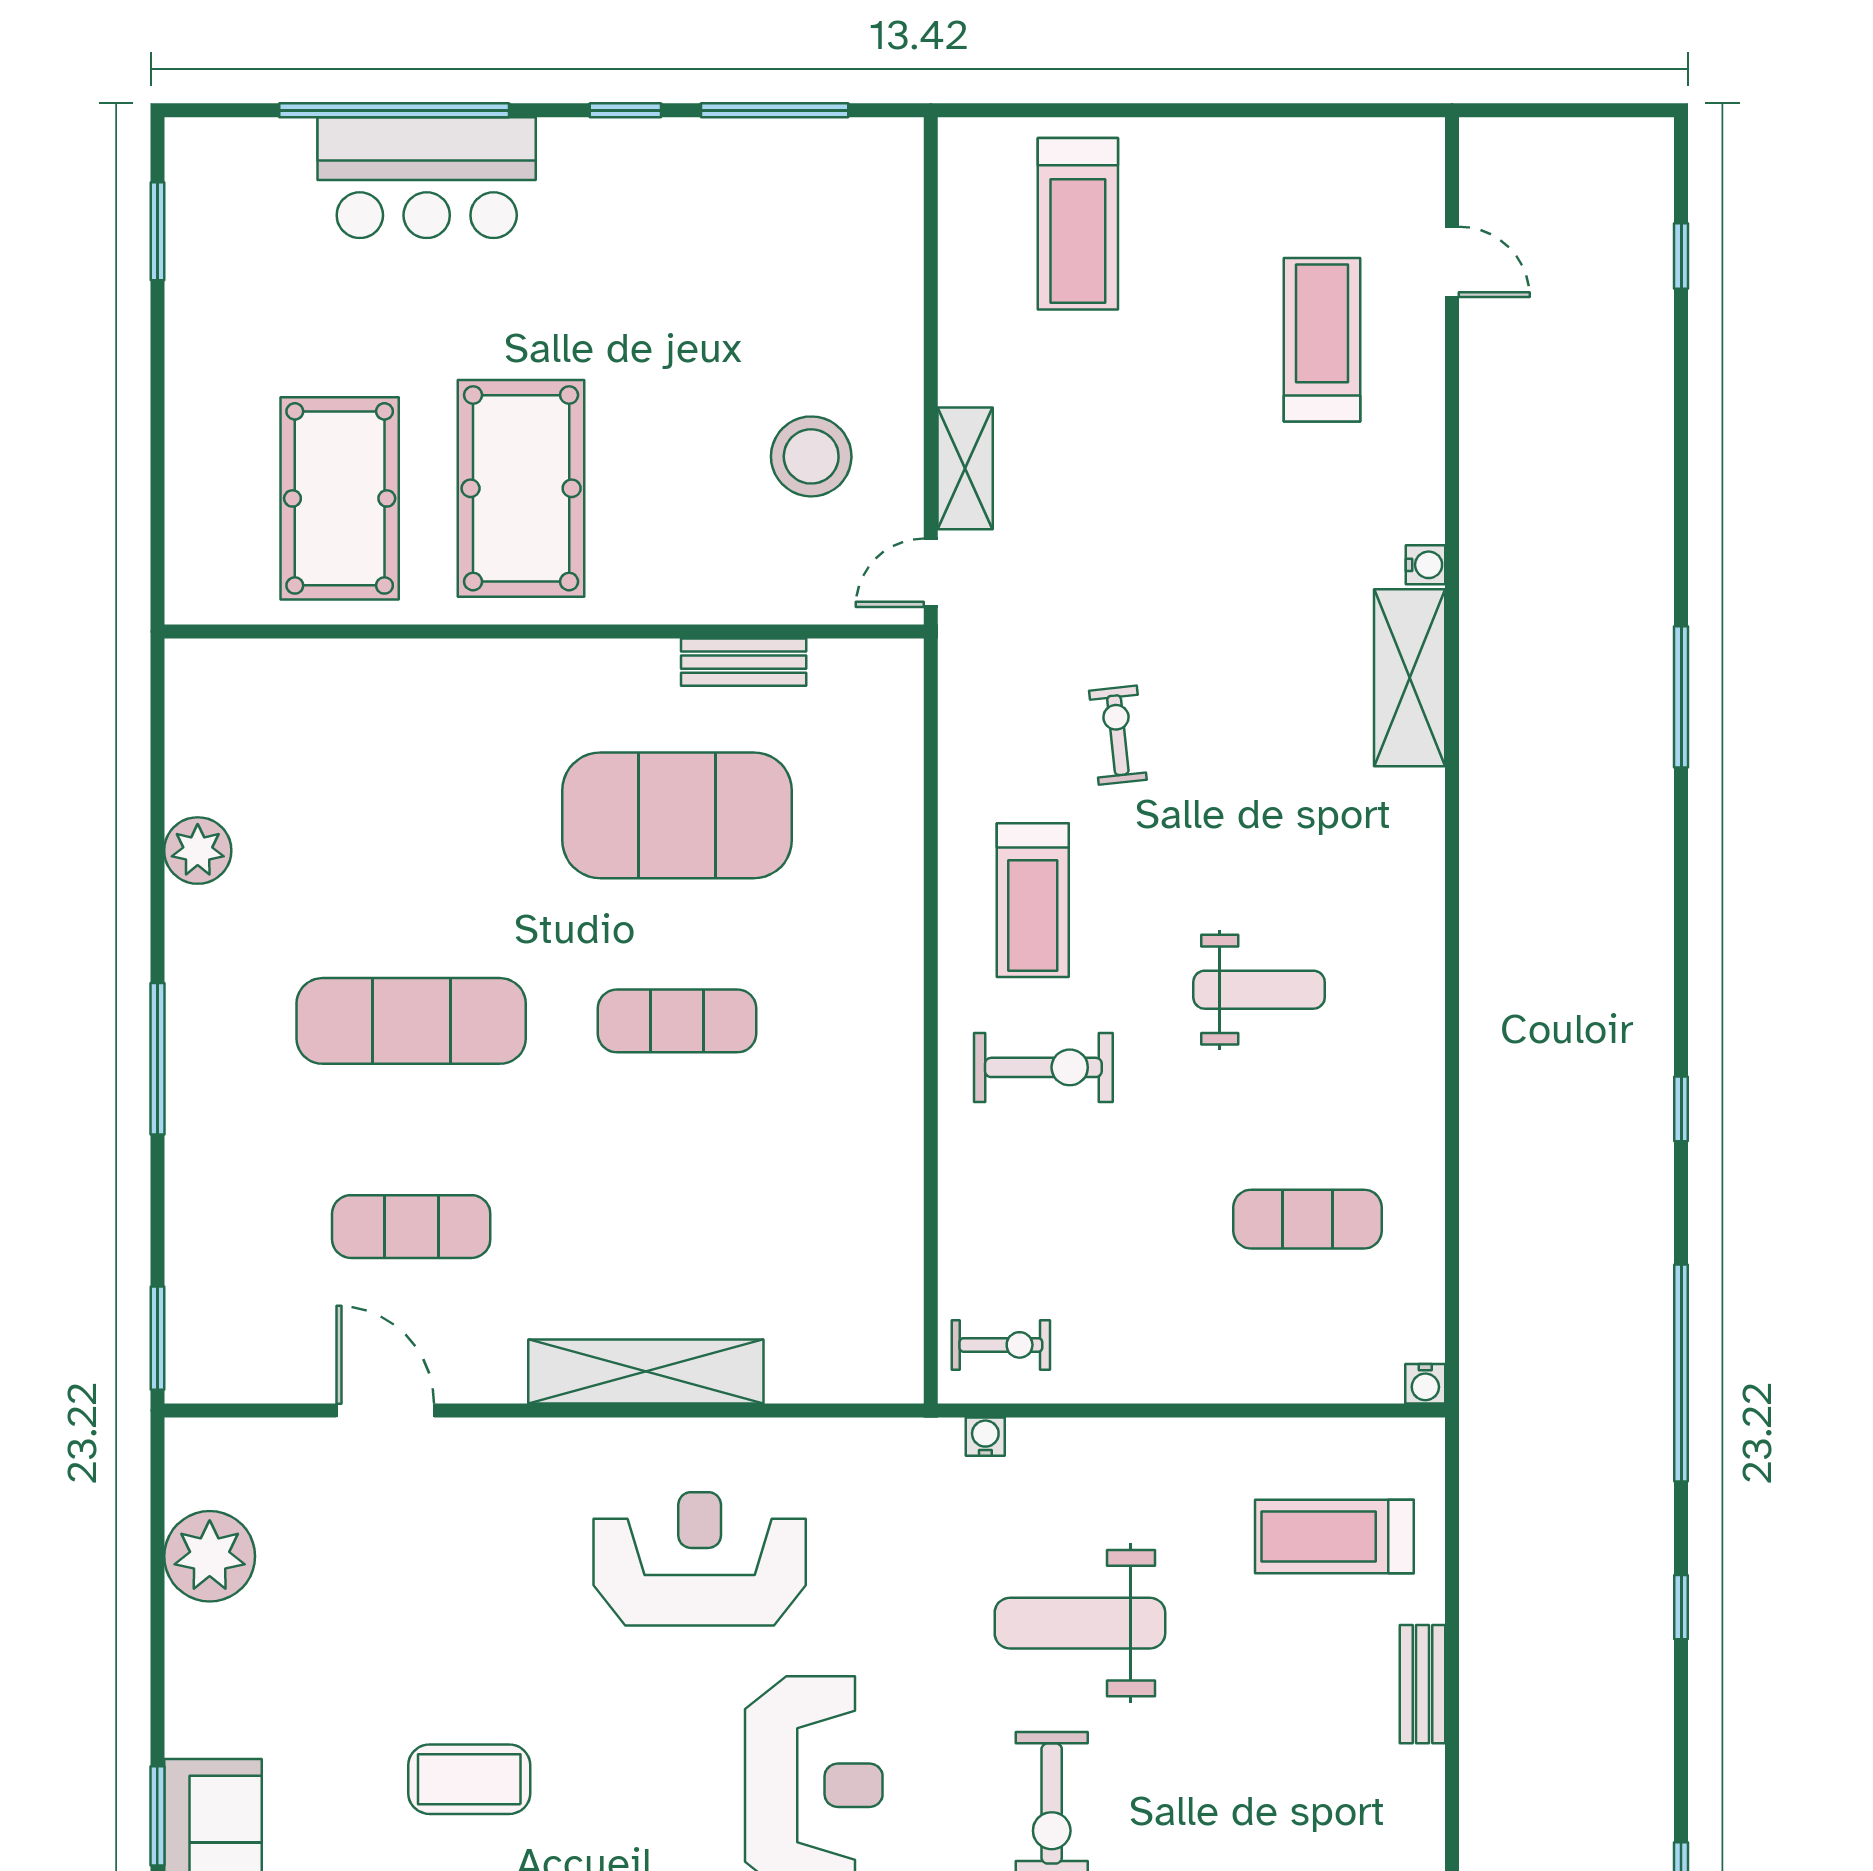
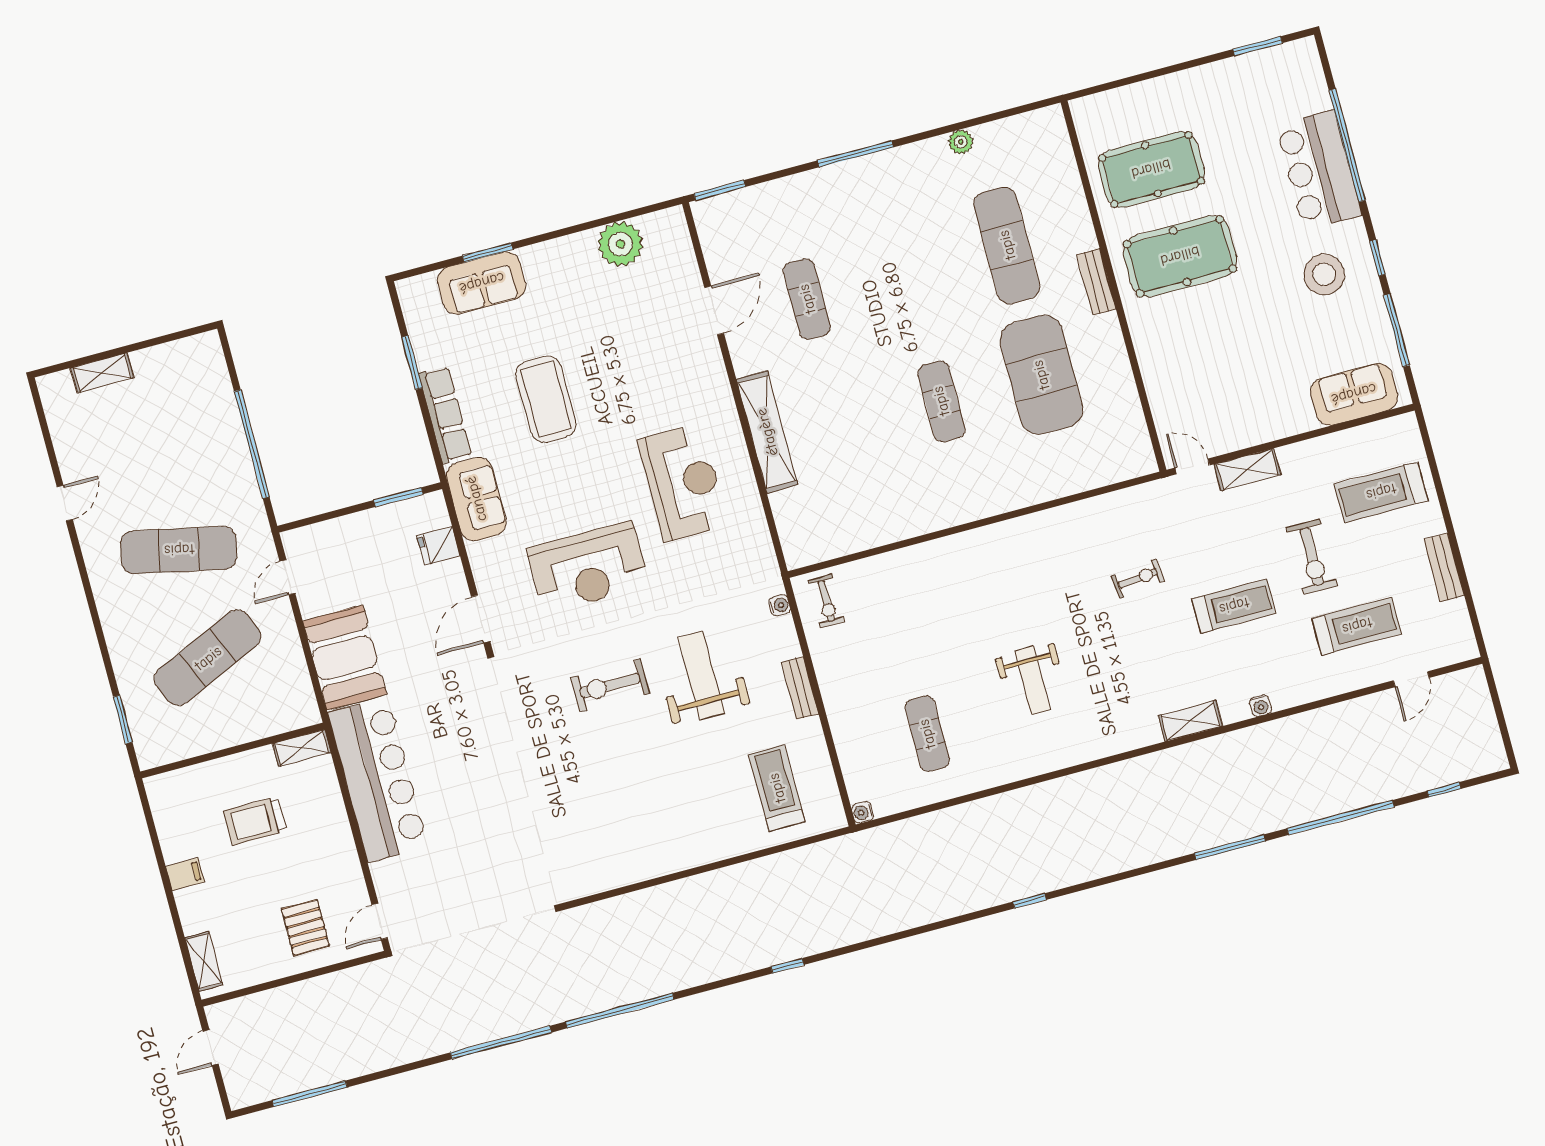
bench: (1254, 142) -> (1444, 567), added
sofa: (876, 225) -> (1354, 394), added
stool: (811, 456) -> (1324, 274), moved
bench: (744, 662) -> (1096, 282), moved
shelving: (1410, 678) -> (1190, 721), width x0.67, depth x0.75
plant: (198, 851) -> (961, 142), width x0.73, depth x0.73
treadmill: (1033, 900) -> (1234, 606), moved, turned 180
exercise mat: (411, 1021) -> (1007, 245), moved
exercise bike: (1043, 1067) -> (1312, 557), moved
window: (1681, 1373) -> (1341, 818), moved
bench: (1422, 1684) -> (800, 688), moved, turned 90
coffee table: (469, 1779) -> (546, 399), width x1.36, depth x1.32

